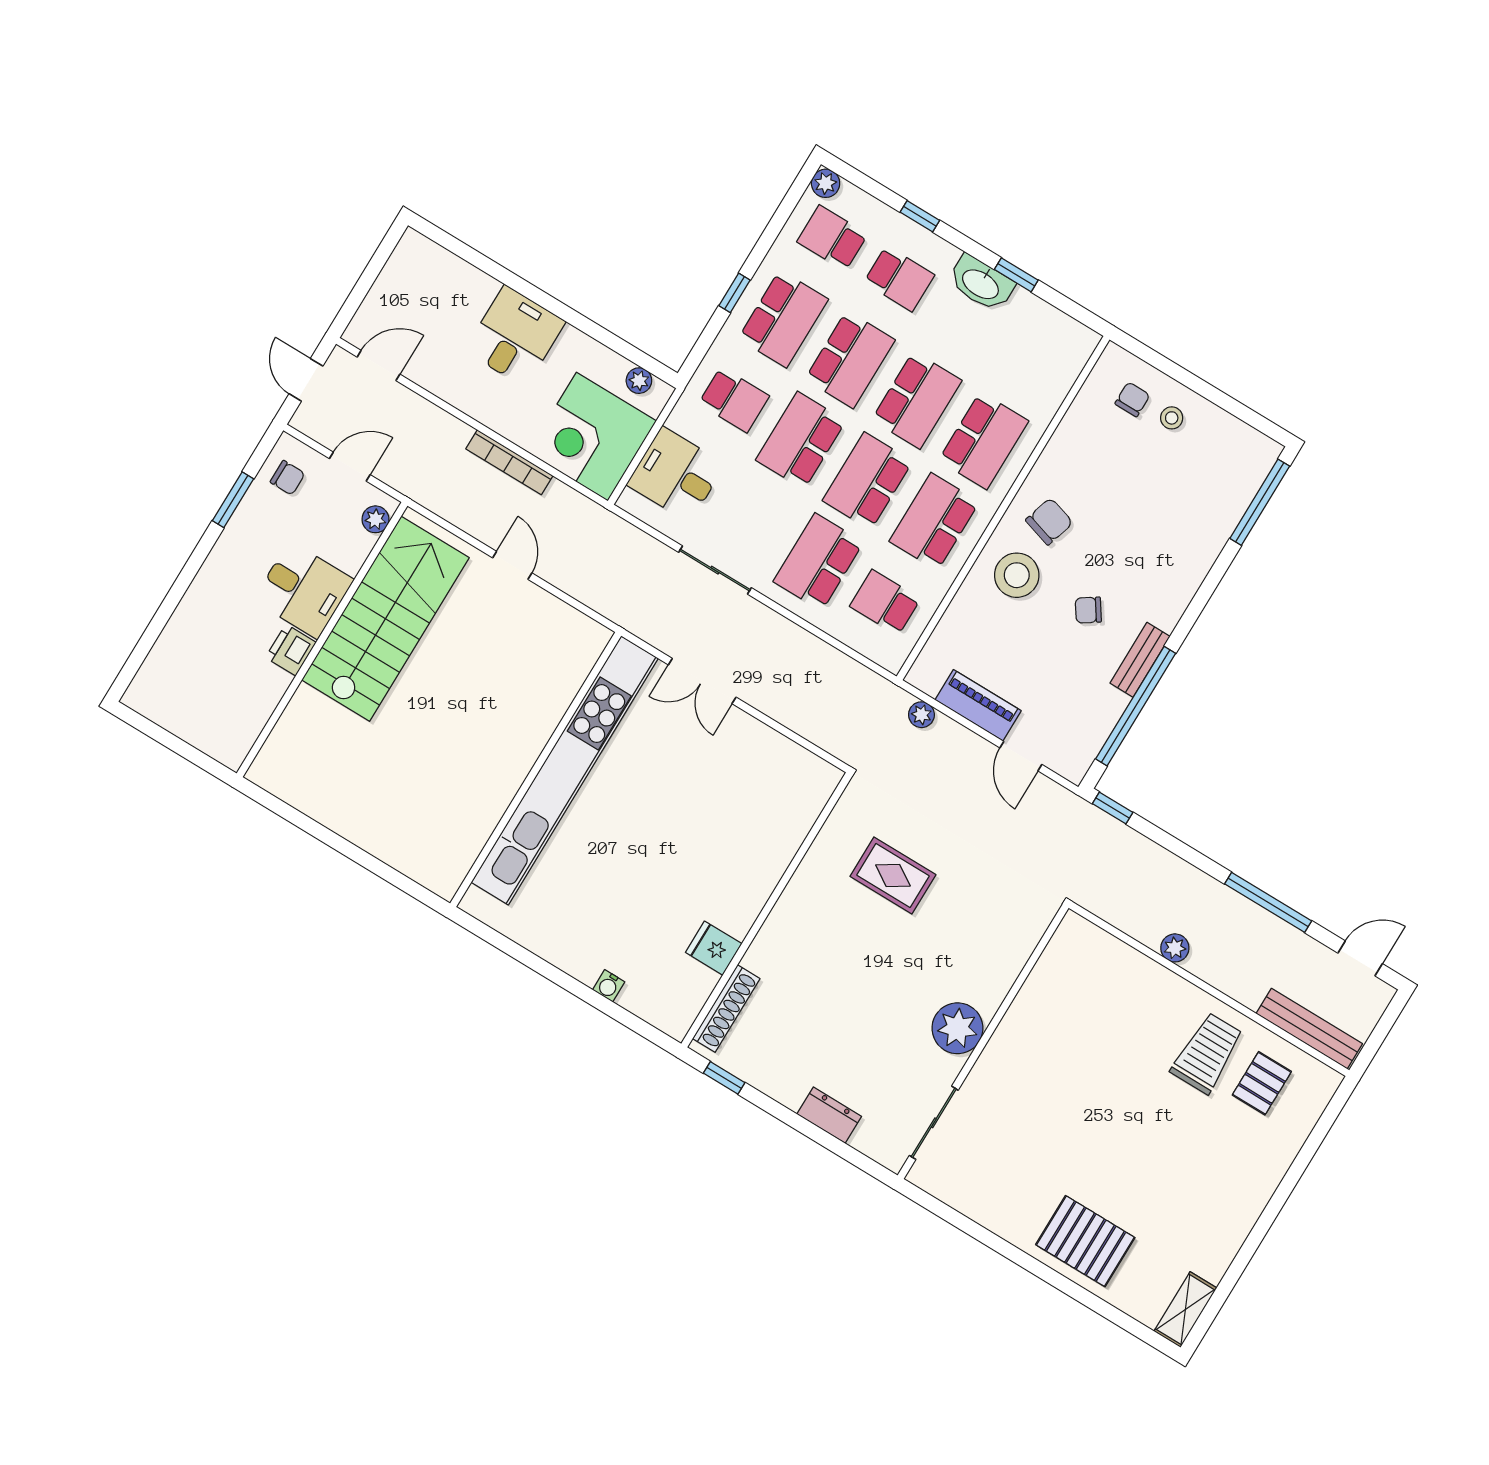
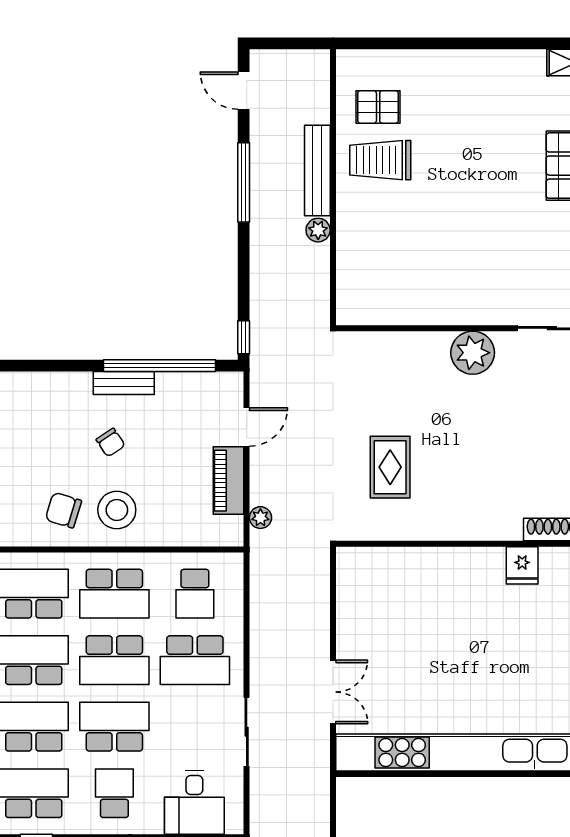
school desk: (801, 440) -> (114, 727), turned 180
bench: (1309, 1029) -> (317, 170), moved

